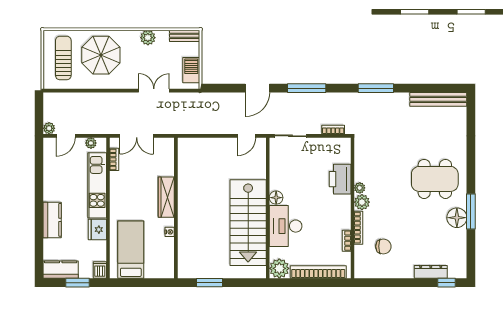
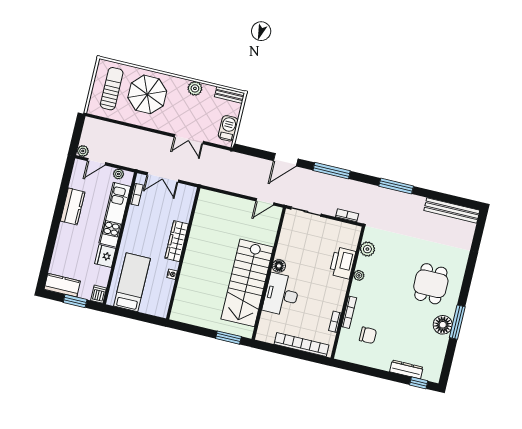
double door: (154, 91) -> (189, 139), swing flipped
dining table: (435, 179) -> (431, 284), width x0.73
plant: (362, 202) -> (367, 249), moved
kitchen counter: (52, 220) -> (73, 206), moved
plant: (279, 268) -> (266, 333), removed
window: (209, 283) -> (228, 338), moved

